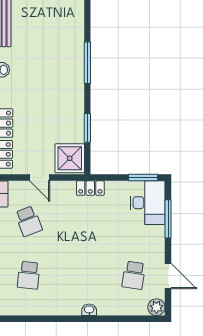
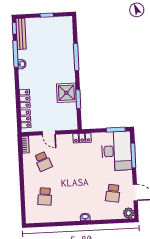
shower: (70, 158) -> (66, 93), moved
desk: (148, 203) -> (117, 151), width x1.36, depth x1.30

